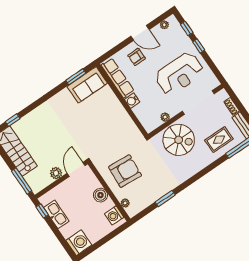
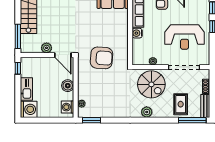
rug: (219, 140) -> (181, 104), turned 90
door: (76, 169) -> (63, 55), swing flipped
plant: (192, 169) -> (147, 112), added
armchair: (125, 171) -> (101, 58), moved
window: (165, 198) -> (92, 120), moved
kitchen sink: (56, 214) -> (26, 89), moved

